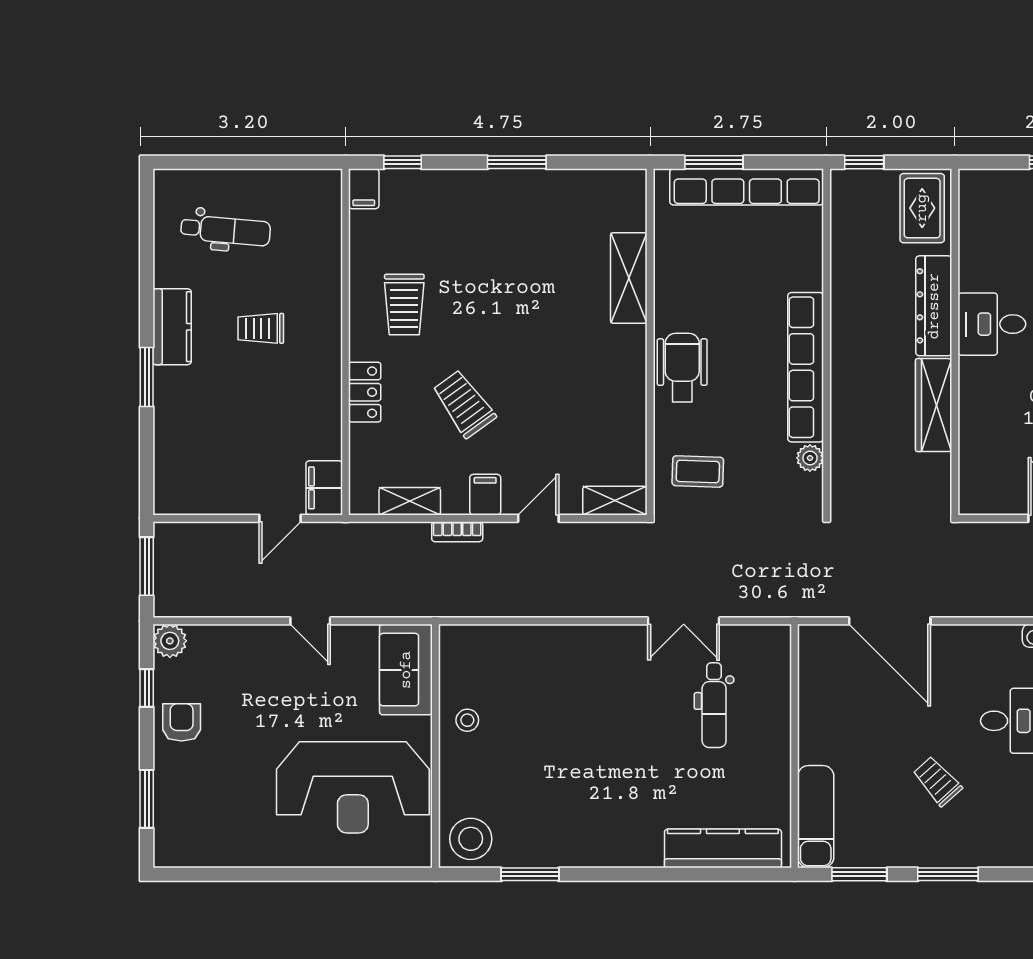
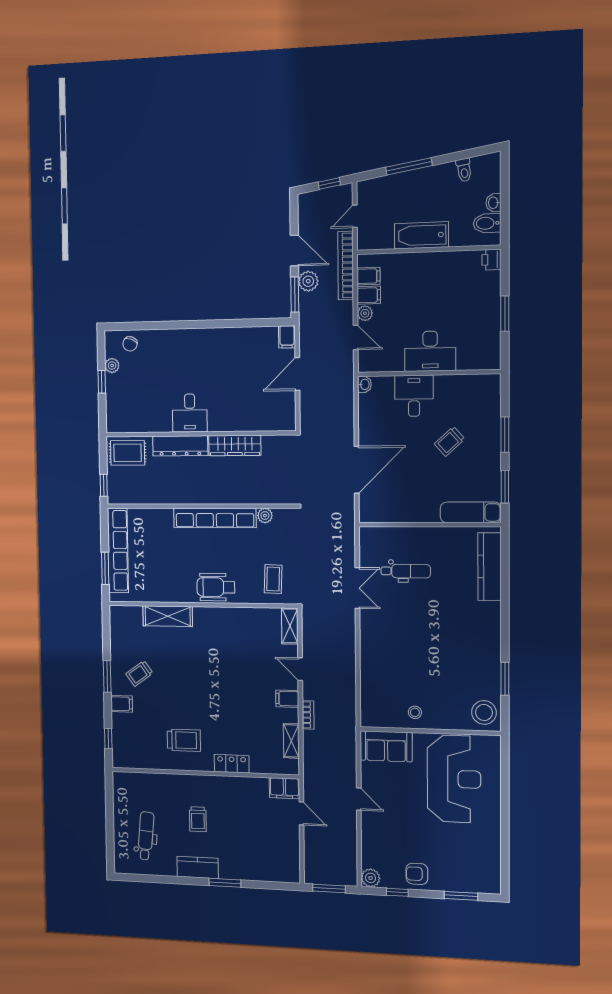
filing cabinet: (364, 189) -> (122, 704), moved
trolley: (464, 404) -> (139, 673), moved, width x0.73, depth x0.72
door: (310, 621) -> (359, 799), hinge flipped

